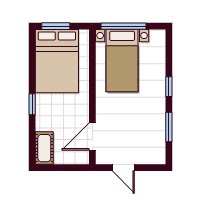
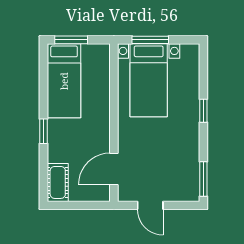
window: (123, 26) -> (150, 40), width x0.69
bed: (57, 61) -> (64, 81), width x0.67
window: (169, 127) -> (203, 179), moved

